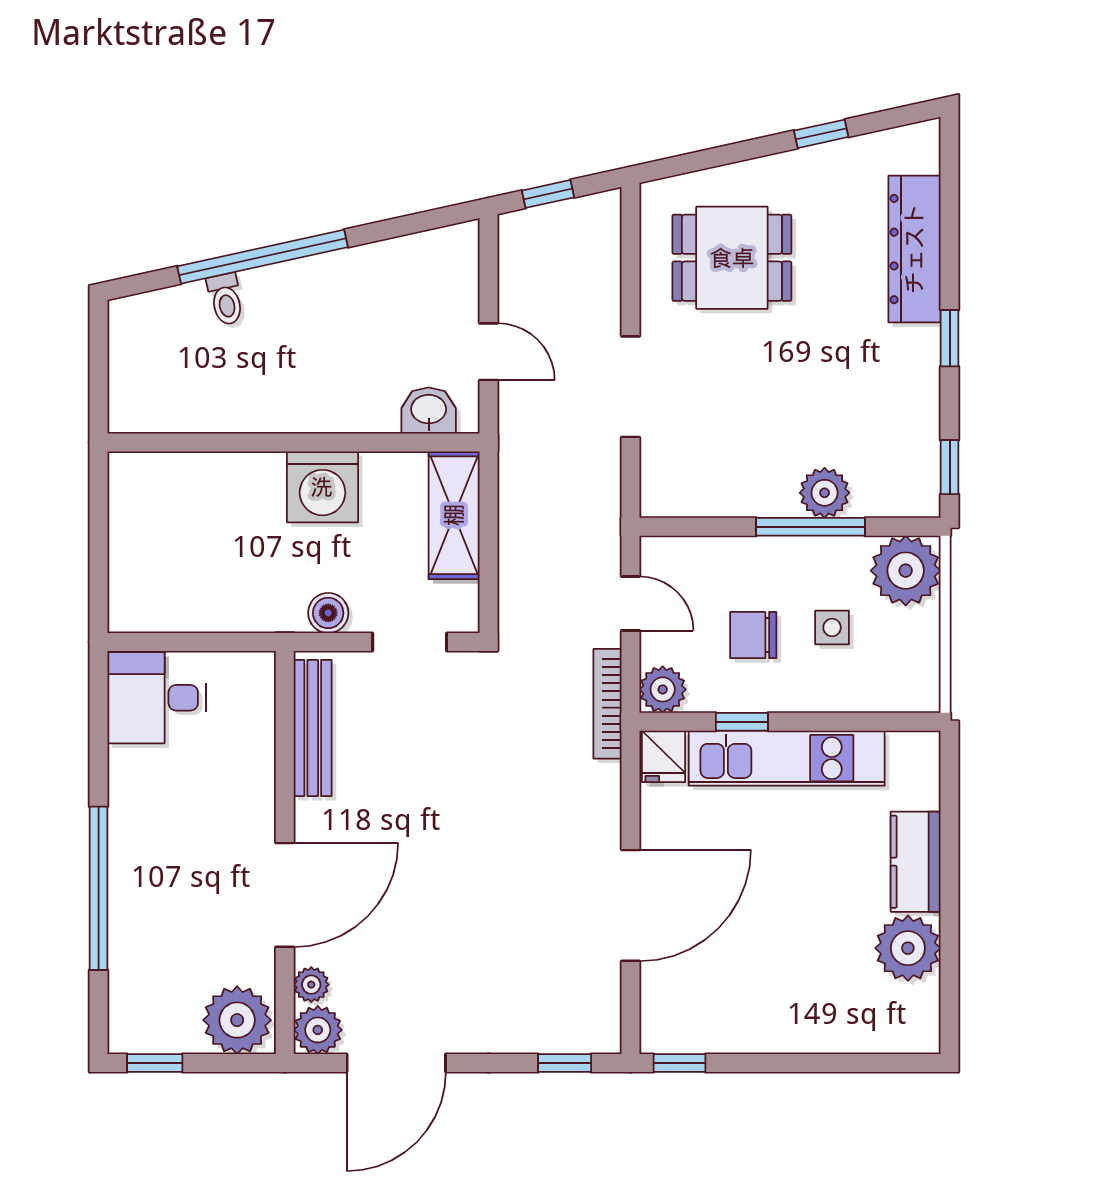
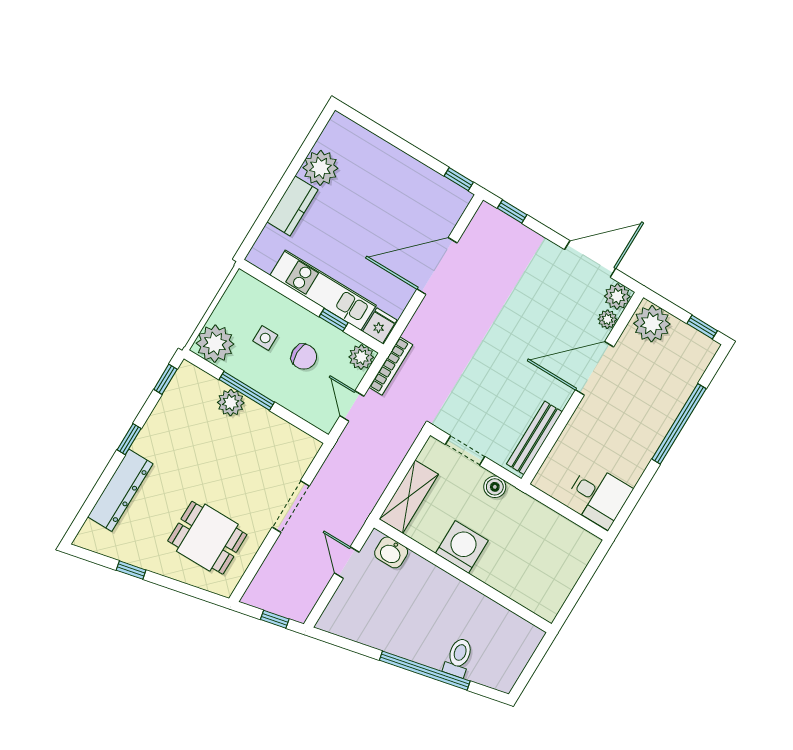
toilet: (226, 299) -> (458, 657), width x1.37, depth x1.39

